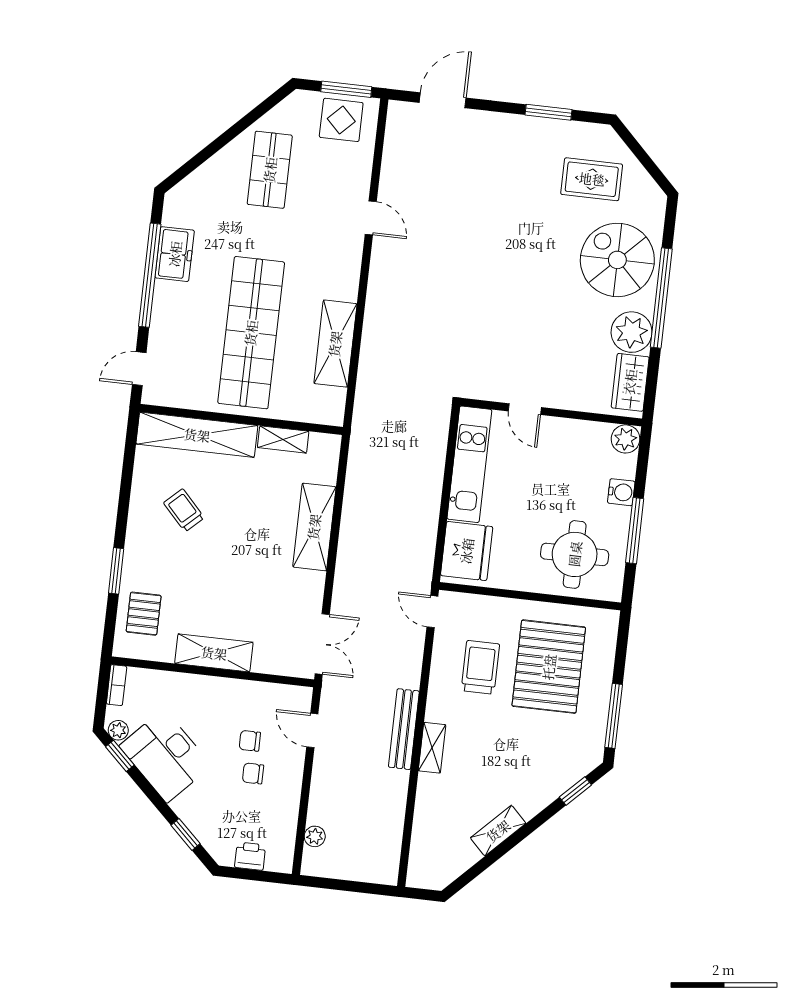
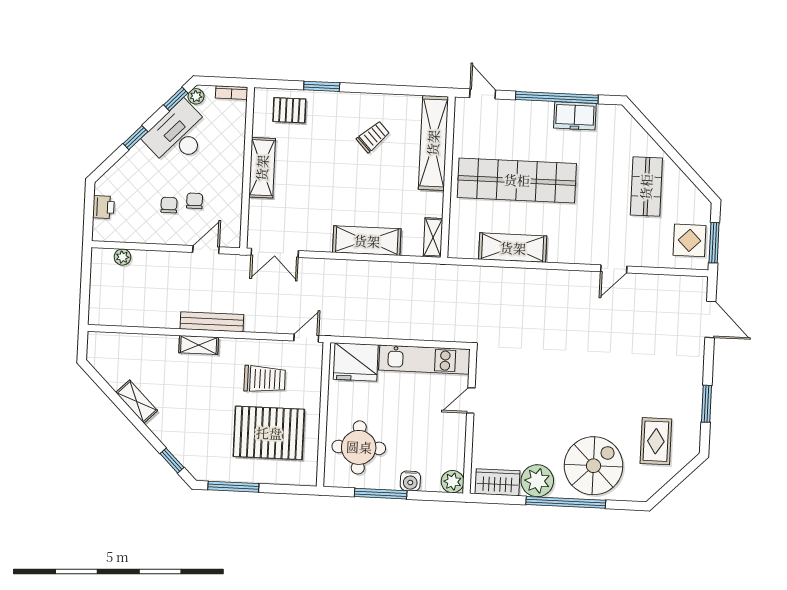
shop shelf: (270, 170) -> (646, 187), turned 90
shelving: (283, 439) -> (433, 238), moved
window: (186, 834) -> (135, 138), moved

